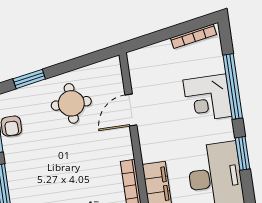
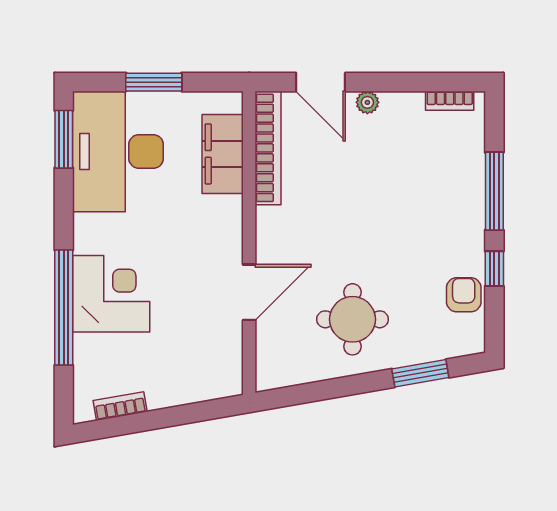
bookcase: (193, 36) -> (120, 406), width x0.64
window: (243, 153) -> (64, 139), moved

